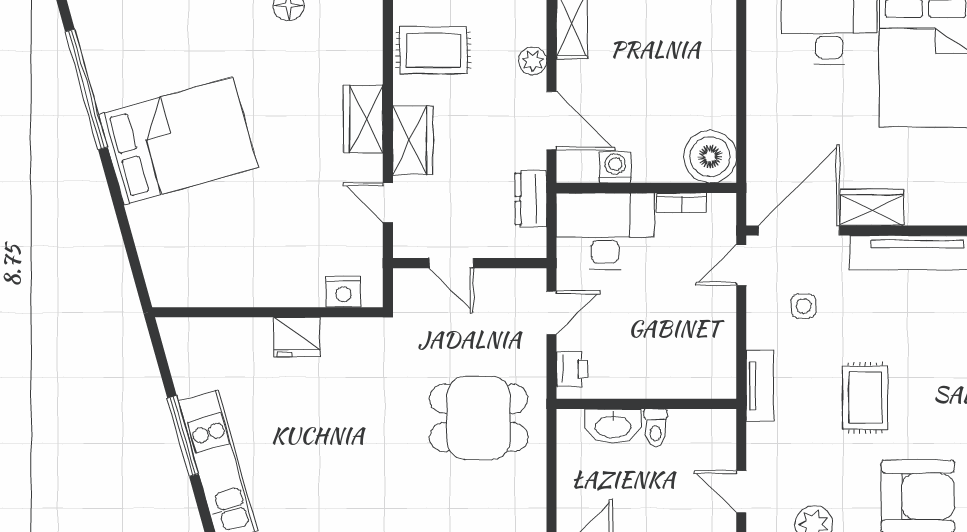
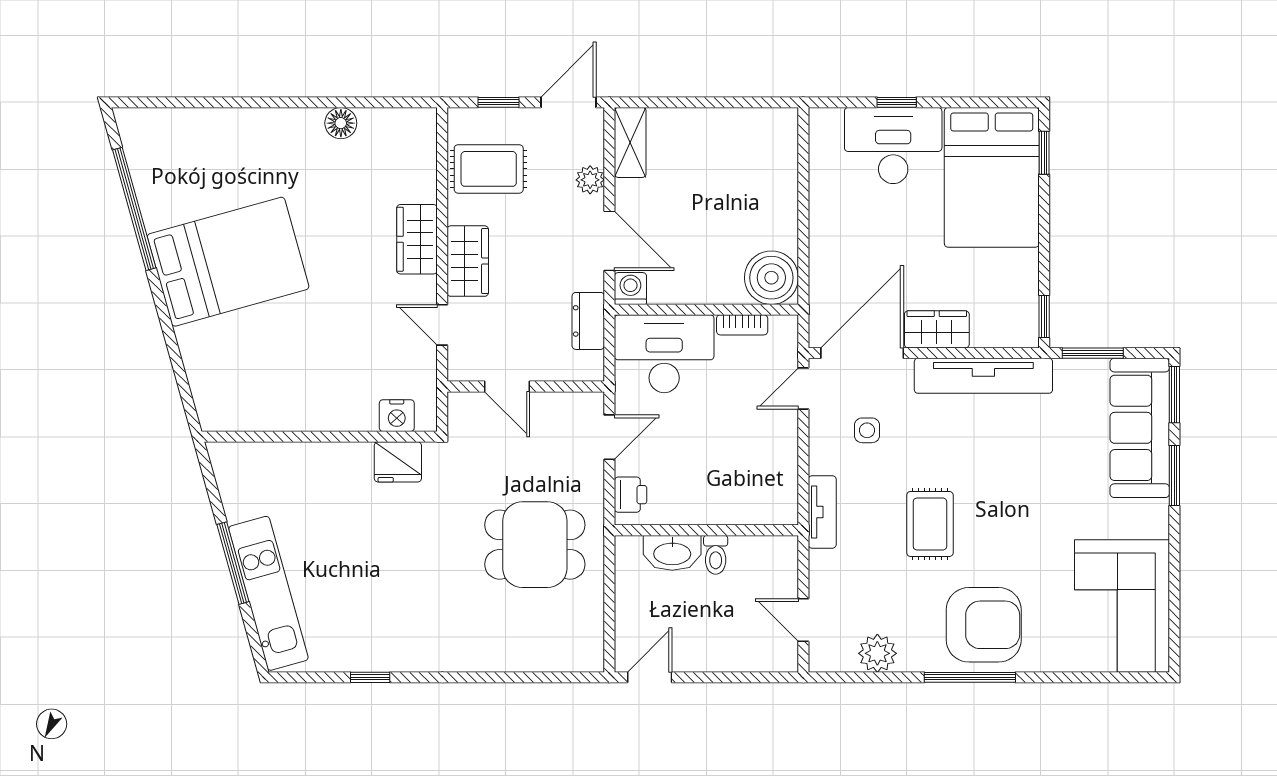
washing machine: (615, 167) -> (630, 289), moved
fridge: (297, 337) -> (398, 462), moved

